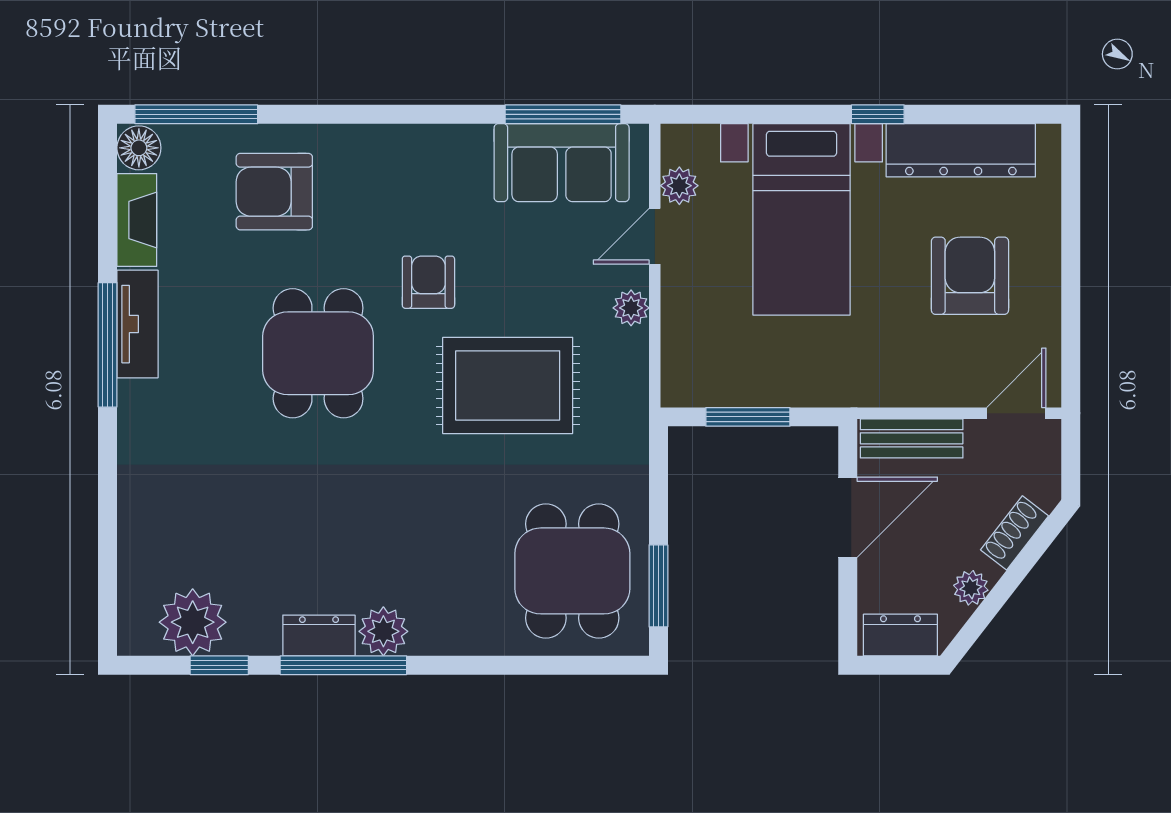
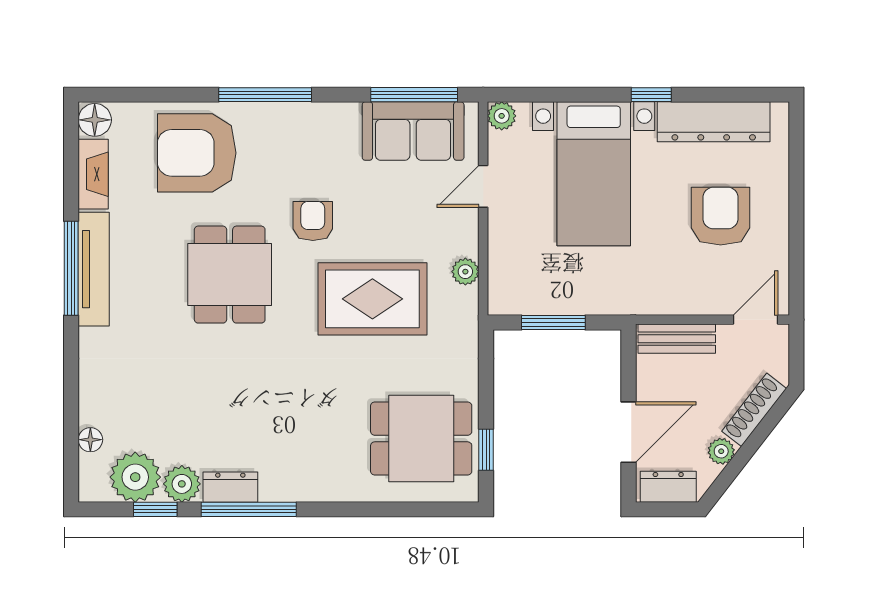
window: (196, 114) -> (265, 95), moved
plant: (679, 186) -> (502, 116), moved
armchair: (274, 192) -> (197, 153), width x1.36, depth x1.36
plant: (631, 308) -> (465, 272), moved
tv unit: (137, 324) -> (94, 269), width x1.41
door: (848, 517) -> (629, 432), moved
shoe rack: (1015, 533) -> (754, 410), width x1.43
dining table: (572, 571) -> (421, 439), turned 90
floor lamp: (133, 573) -> (90, 440), added
window: (658, 586) -> (486, 450), width x0.67
plant: (383, 631) -> (182, 484), moved

